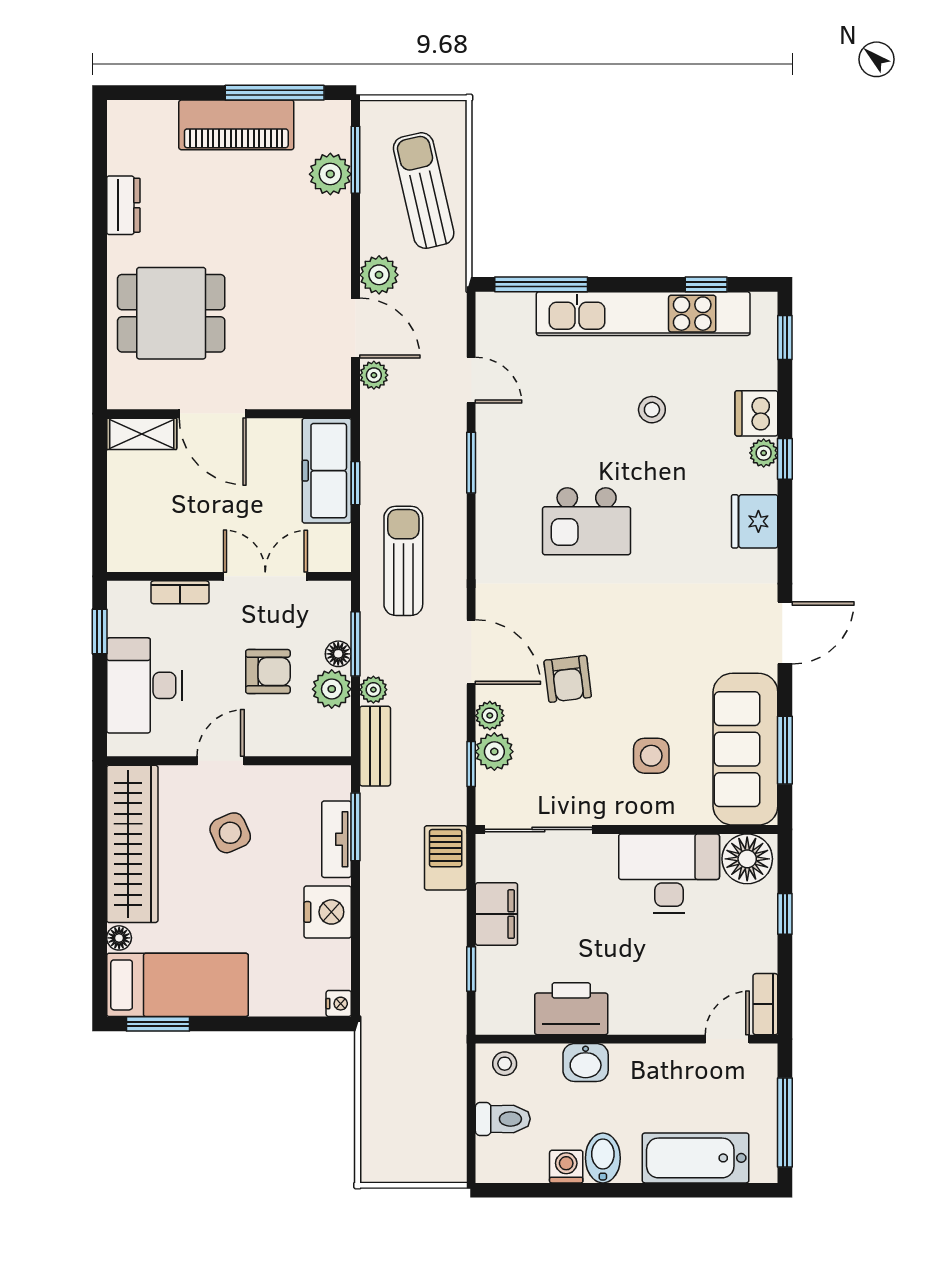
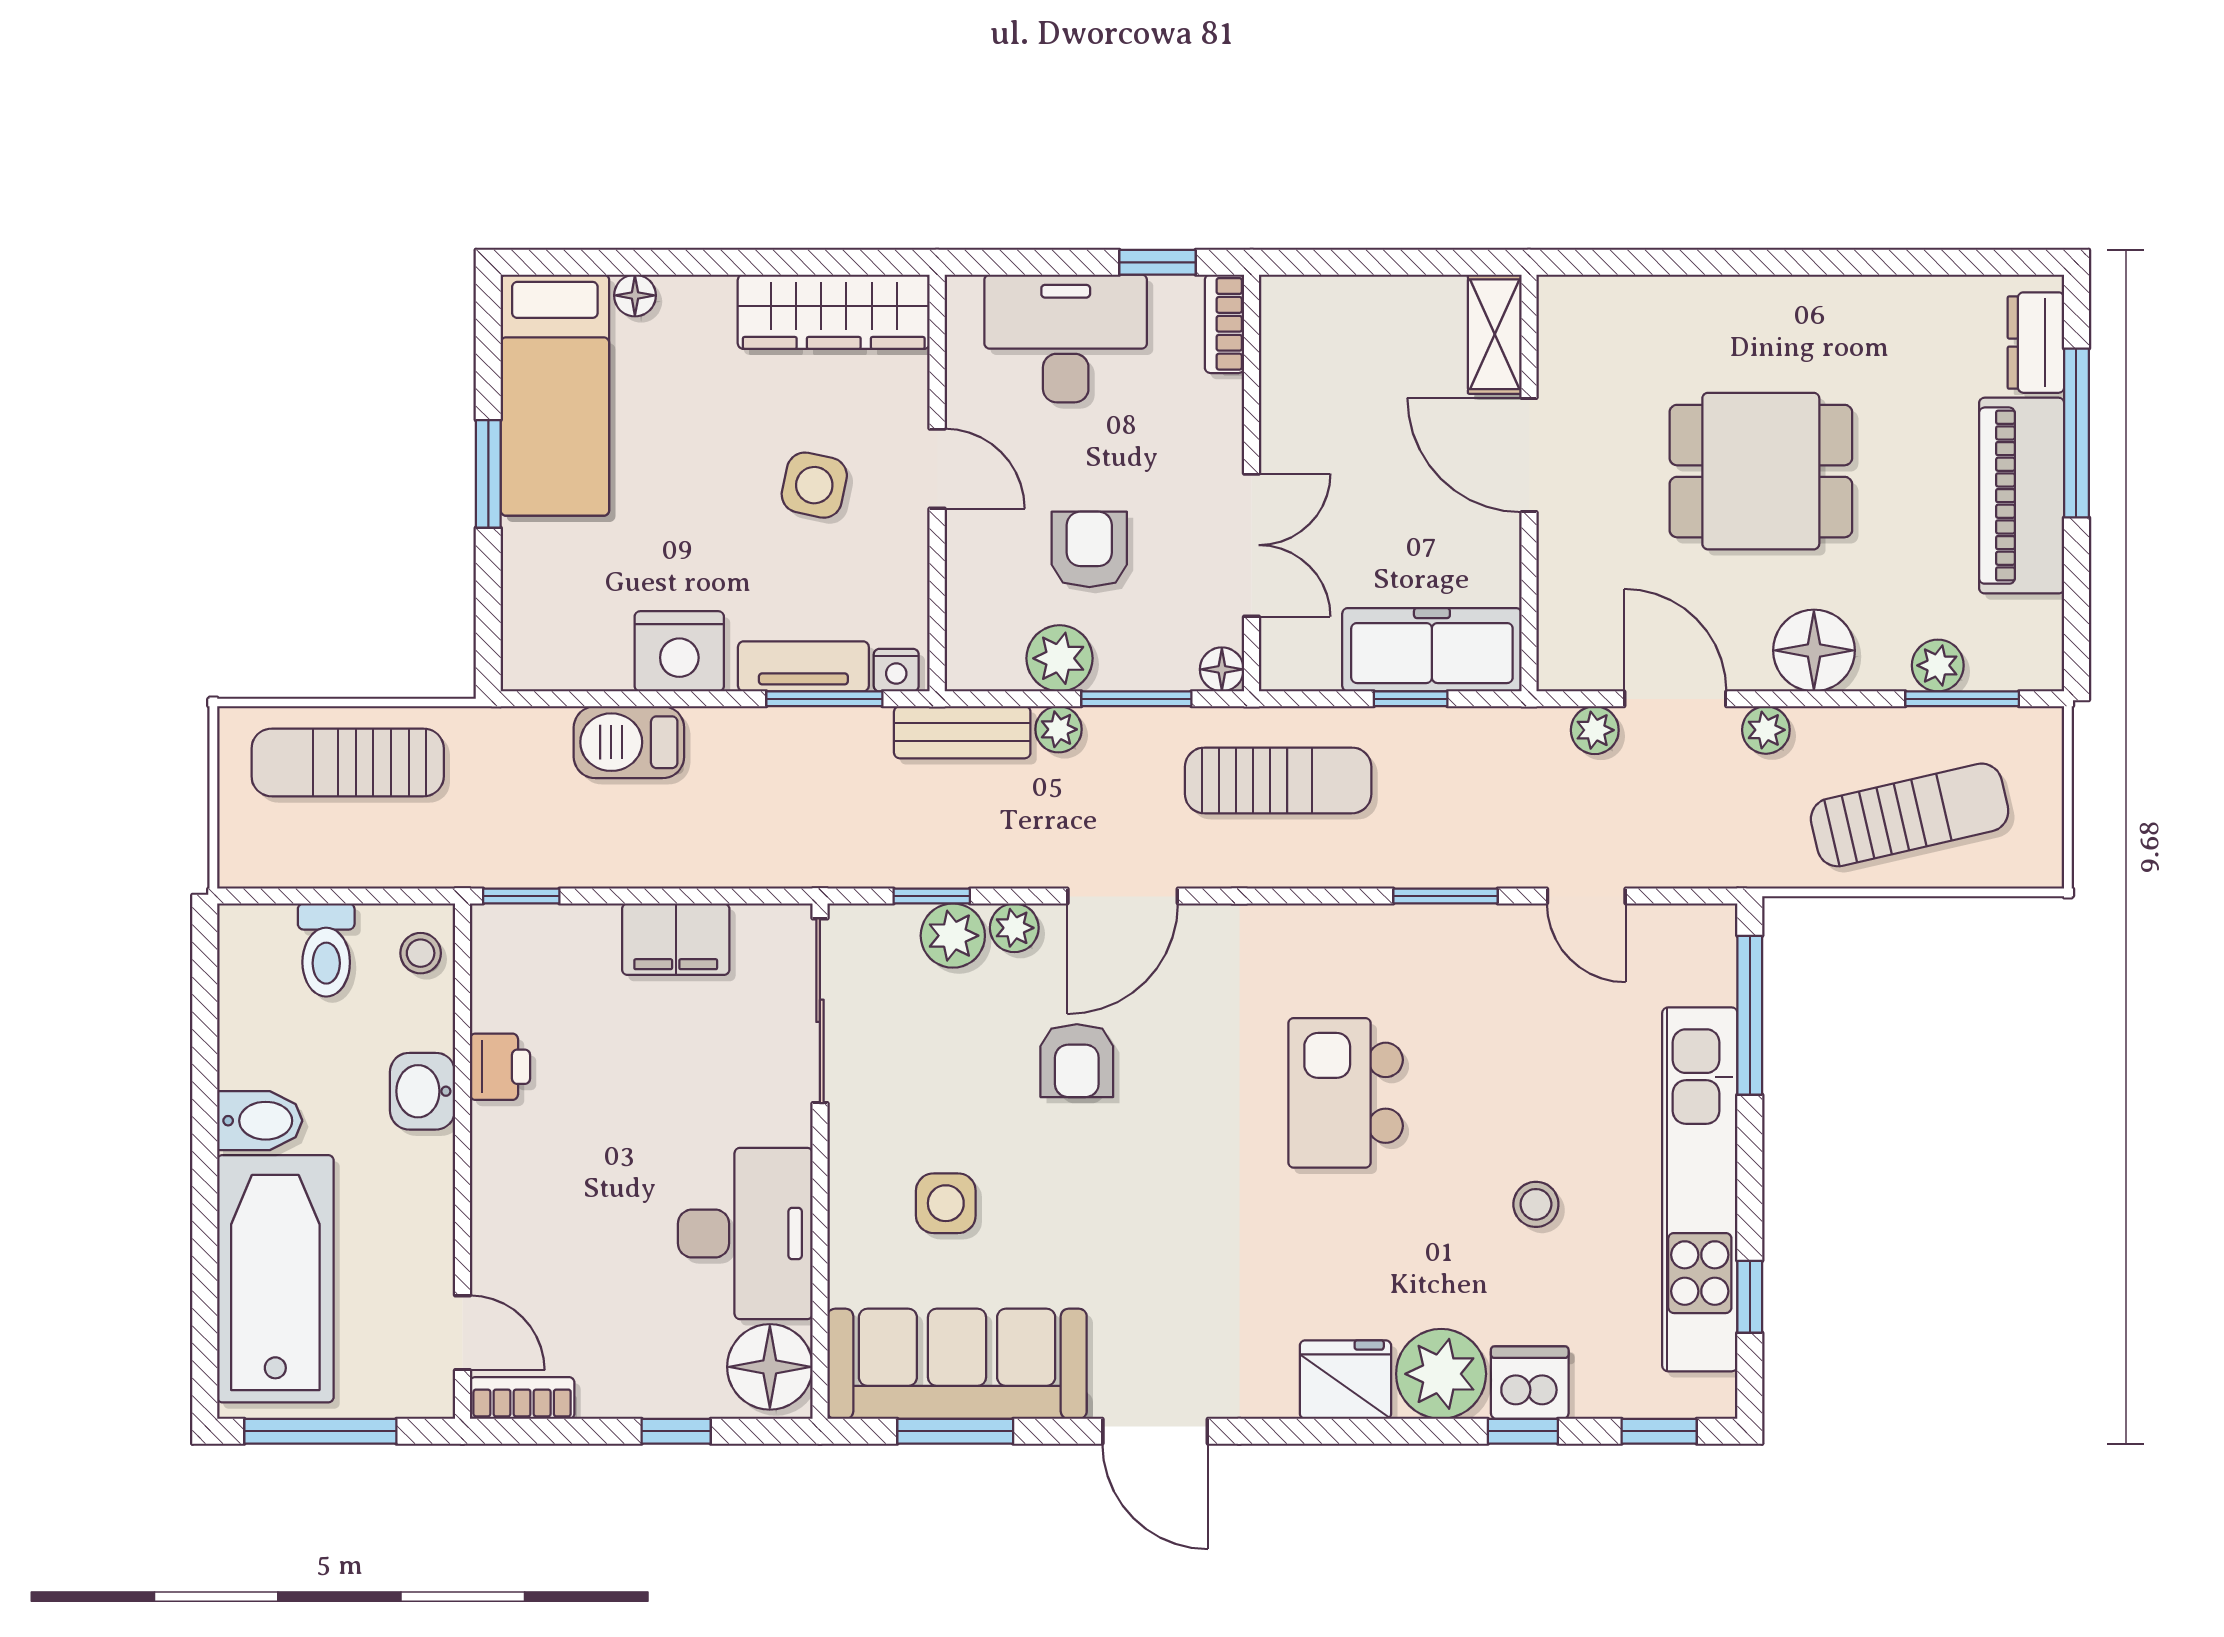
window: (275, 93) -> (2076, 433), moved
plant: (330, 174) -> (1938, 665), width x0.73, depth x0.73
dresser: (123, 205) -> (2036, 343), moved, turned 90
floor lamp: (327, 247) -> (1814, 650), added
plant: (379, 275) -> (1766, 730), width x0.73, depth x0.73
dining table: (171, 313) -> (1761, 471), moved, turned 90
door: (355, 328) -> (1675, 699), swing flipped
door: (471, 380) -> (1586, 896), hinge flipped
door: (213, 414) -> (1529, 455), hinge flipped
plant: (764, 453) -> (1441, 1374), width x1.87, depth x1.87
window: (785, 459) -> (1523, 1431), moved
bookcase: (180, 592) -> (1224, 324), moved
floor lamp: (338, 654) -> (1222, 669), moved
armchair: (268, 672) -> (1089, 549), turned 180
armchair: (568, 679) -> (1077, 1061), turned -83
side table: (230, 833) -> (814, 485), turned 36
wardrobe: (132, 844) -> (834, 312), width x0.71, depth x0.85
barbecue: (446, 858) -> (629, 742), moved, turned 180
window: (471, 969) -> (521, 896), moved
nightstand: (339, 1004) -> (896, 670), moved
printer: (571, 1009) -> (500, 1067), width x0.53, depth x0.68
window: (158, 1024) -> (488, 474), moved
sun lounger: (393, 1106) -> (348, 762), added
bathtub: (696, 1158) -> (275, 1279), width x1.36, depth x1.36
washing machine: (566, 1167) -> (245, 1058), removed

